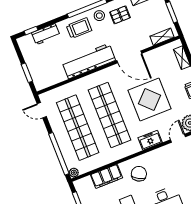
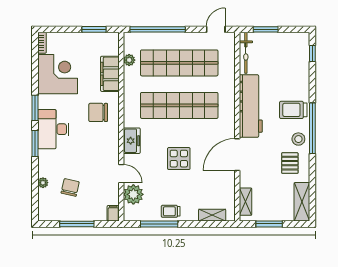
trolley: (79, 28) -> (293, 110), turned 90
workbench: (46, 34) -> (301, 69), removed
bicycle: (50, 81) -> (246, 53), added
display table: (150, 100) -> (179, 159), width x0.54, depth x0.54
plant: (74, 173) -> (129, 60), moved
chair: (139, 174) -> (98, 112), turned 150

